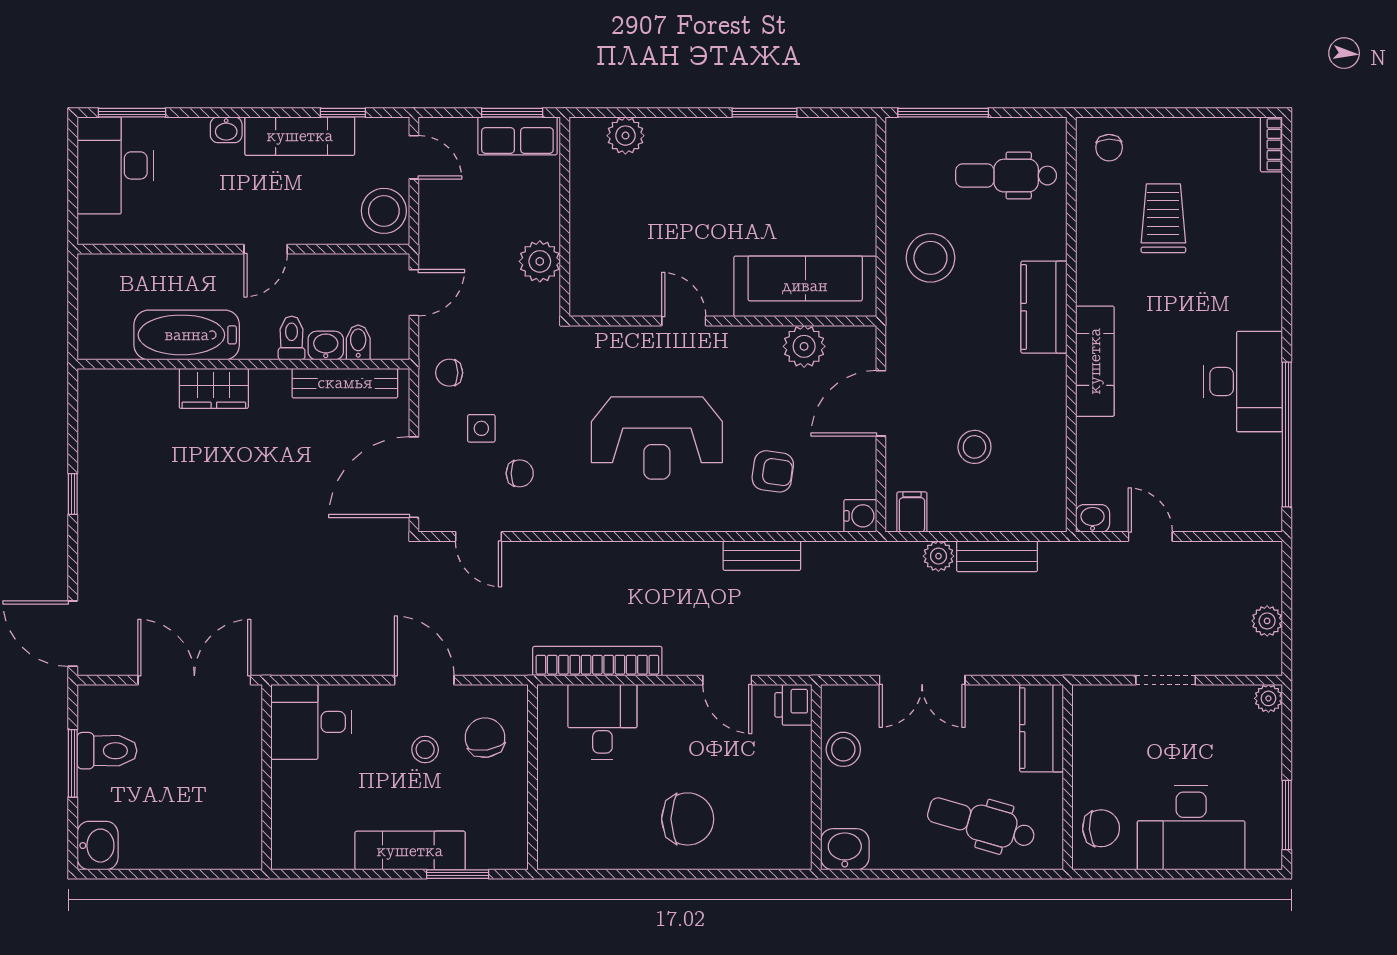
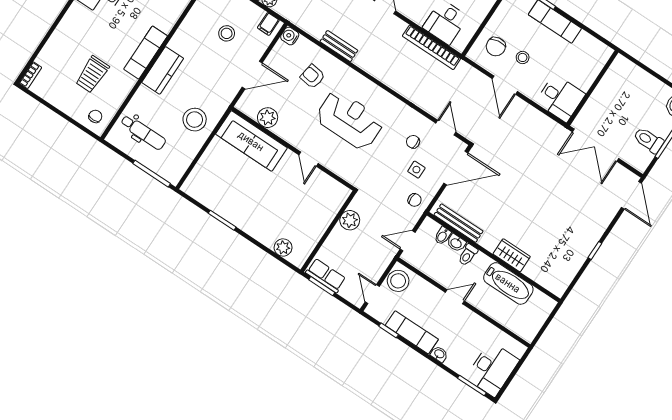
exam couch: (1095, 361) -> (146, 53), moved

